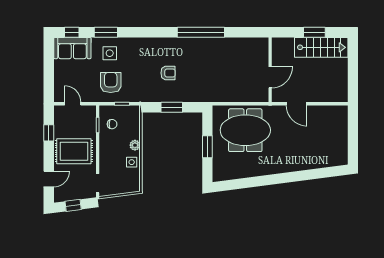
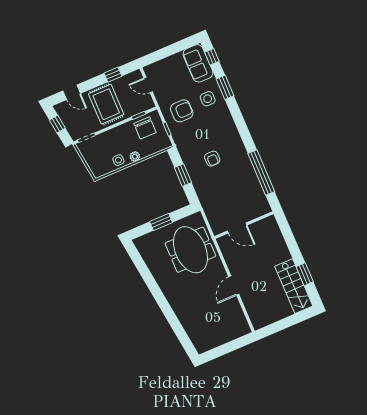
wall: (270, 70) -> (244, 225), moved
door: (270, 77) -> (237, 228), moved
door: (73, 104) -> (148, 85), swing flipped
chair: (112, 124) -> (145, 128), width x1.87, depth x1.87

